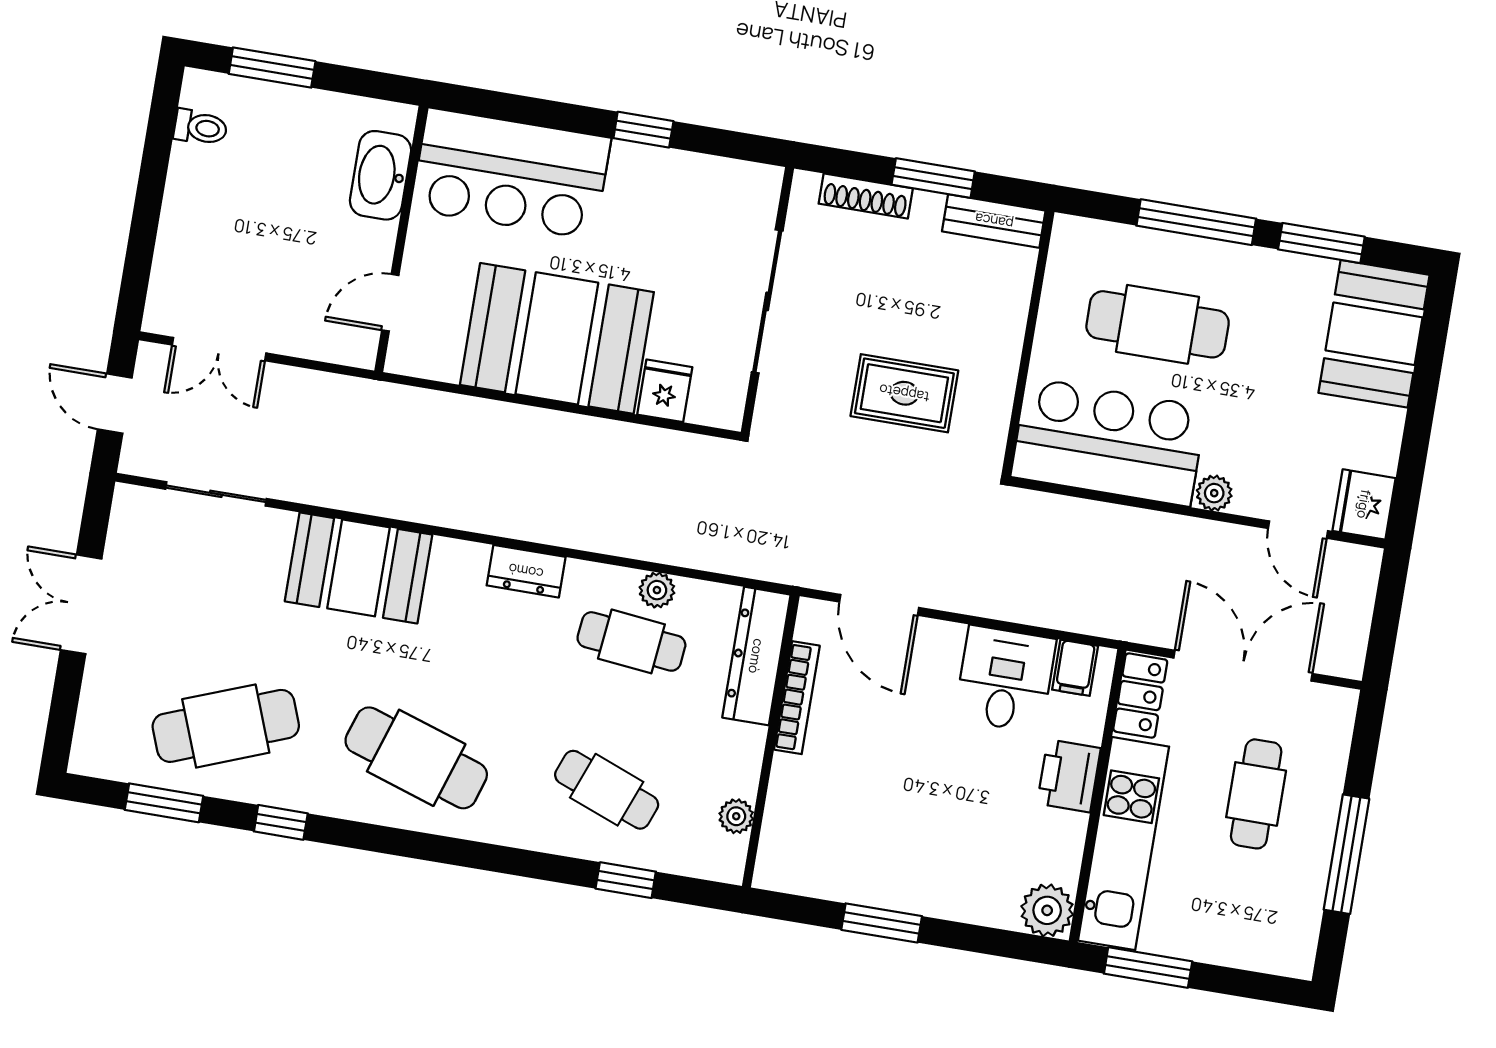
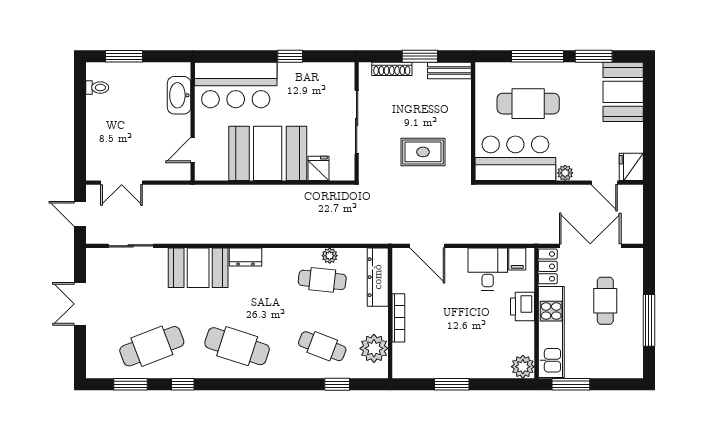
dresser: (526, 571) -> (246, 257), moved
bookcase: (797, 698) -> (398, 318), moved
plant: (736, 816) -> (374, 348), width x1.87, depth x1.87

